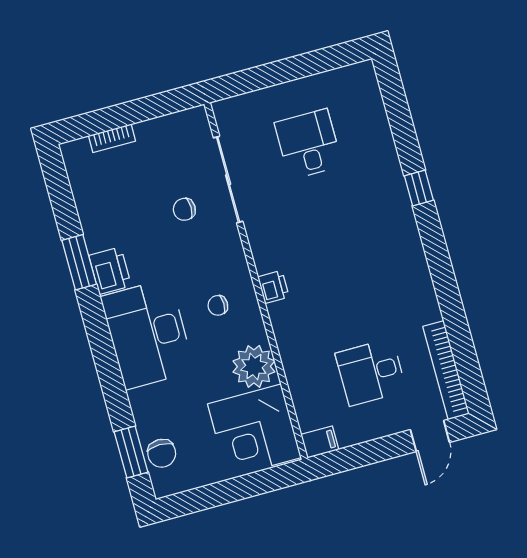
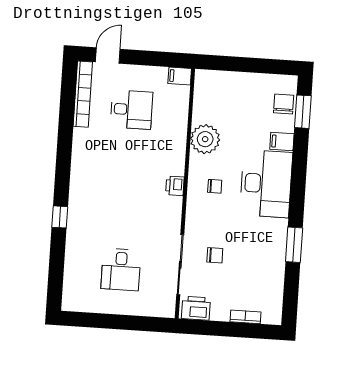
printer: (110, 271) -> (196, 308), moved, turned 90
filing cabinet: (146, 400) -> (282, 142), added
corner desk: (254, 431) -> (219, 98), removed

